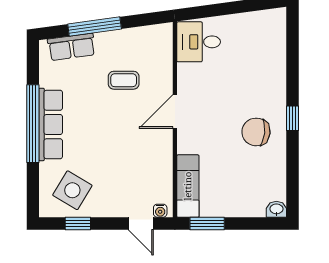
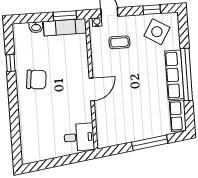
row of seats: (71, 47) -> (178, 116), moved, turned -82
coffee table: (124, 80) -> (119, 42), moved
window: (293, 118) -> (11, 63), moved
exam couch: (188, 186) -> (65, 27), moved, turned -90
washbasin: (276, 209) -> (36, 27), moved

